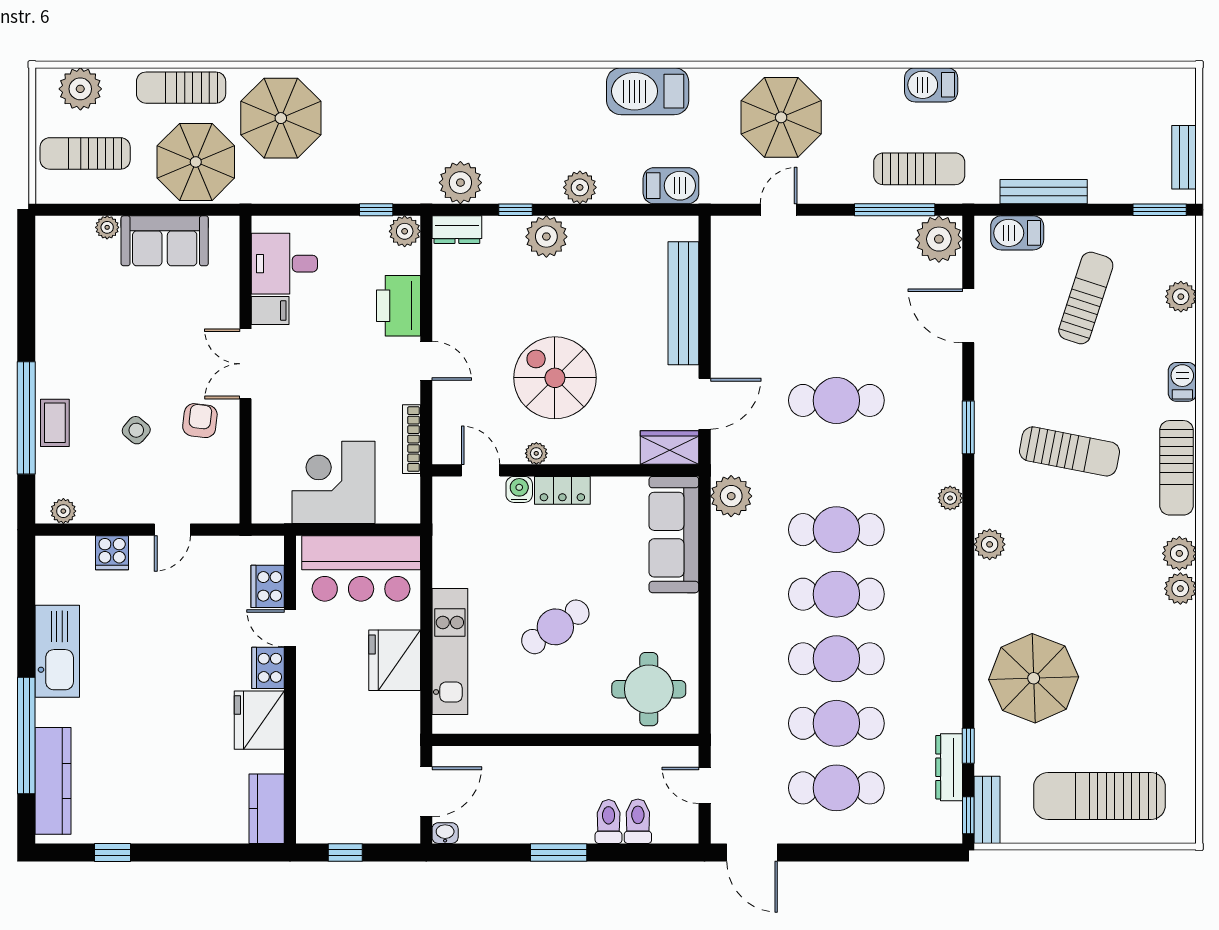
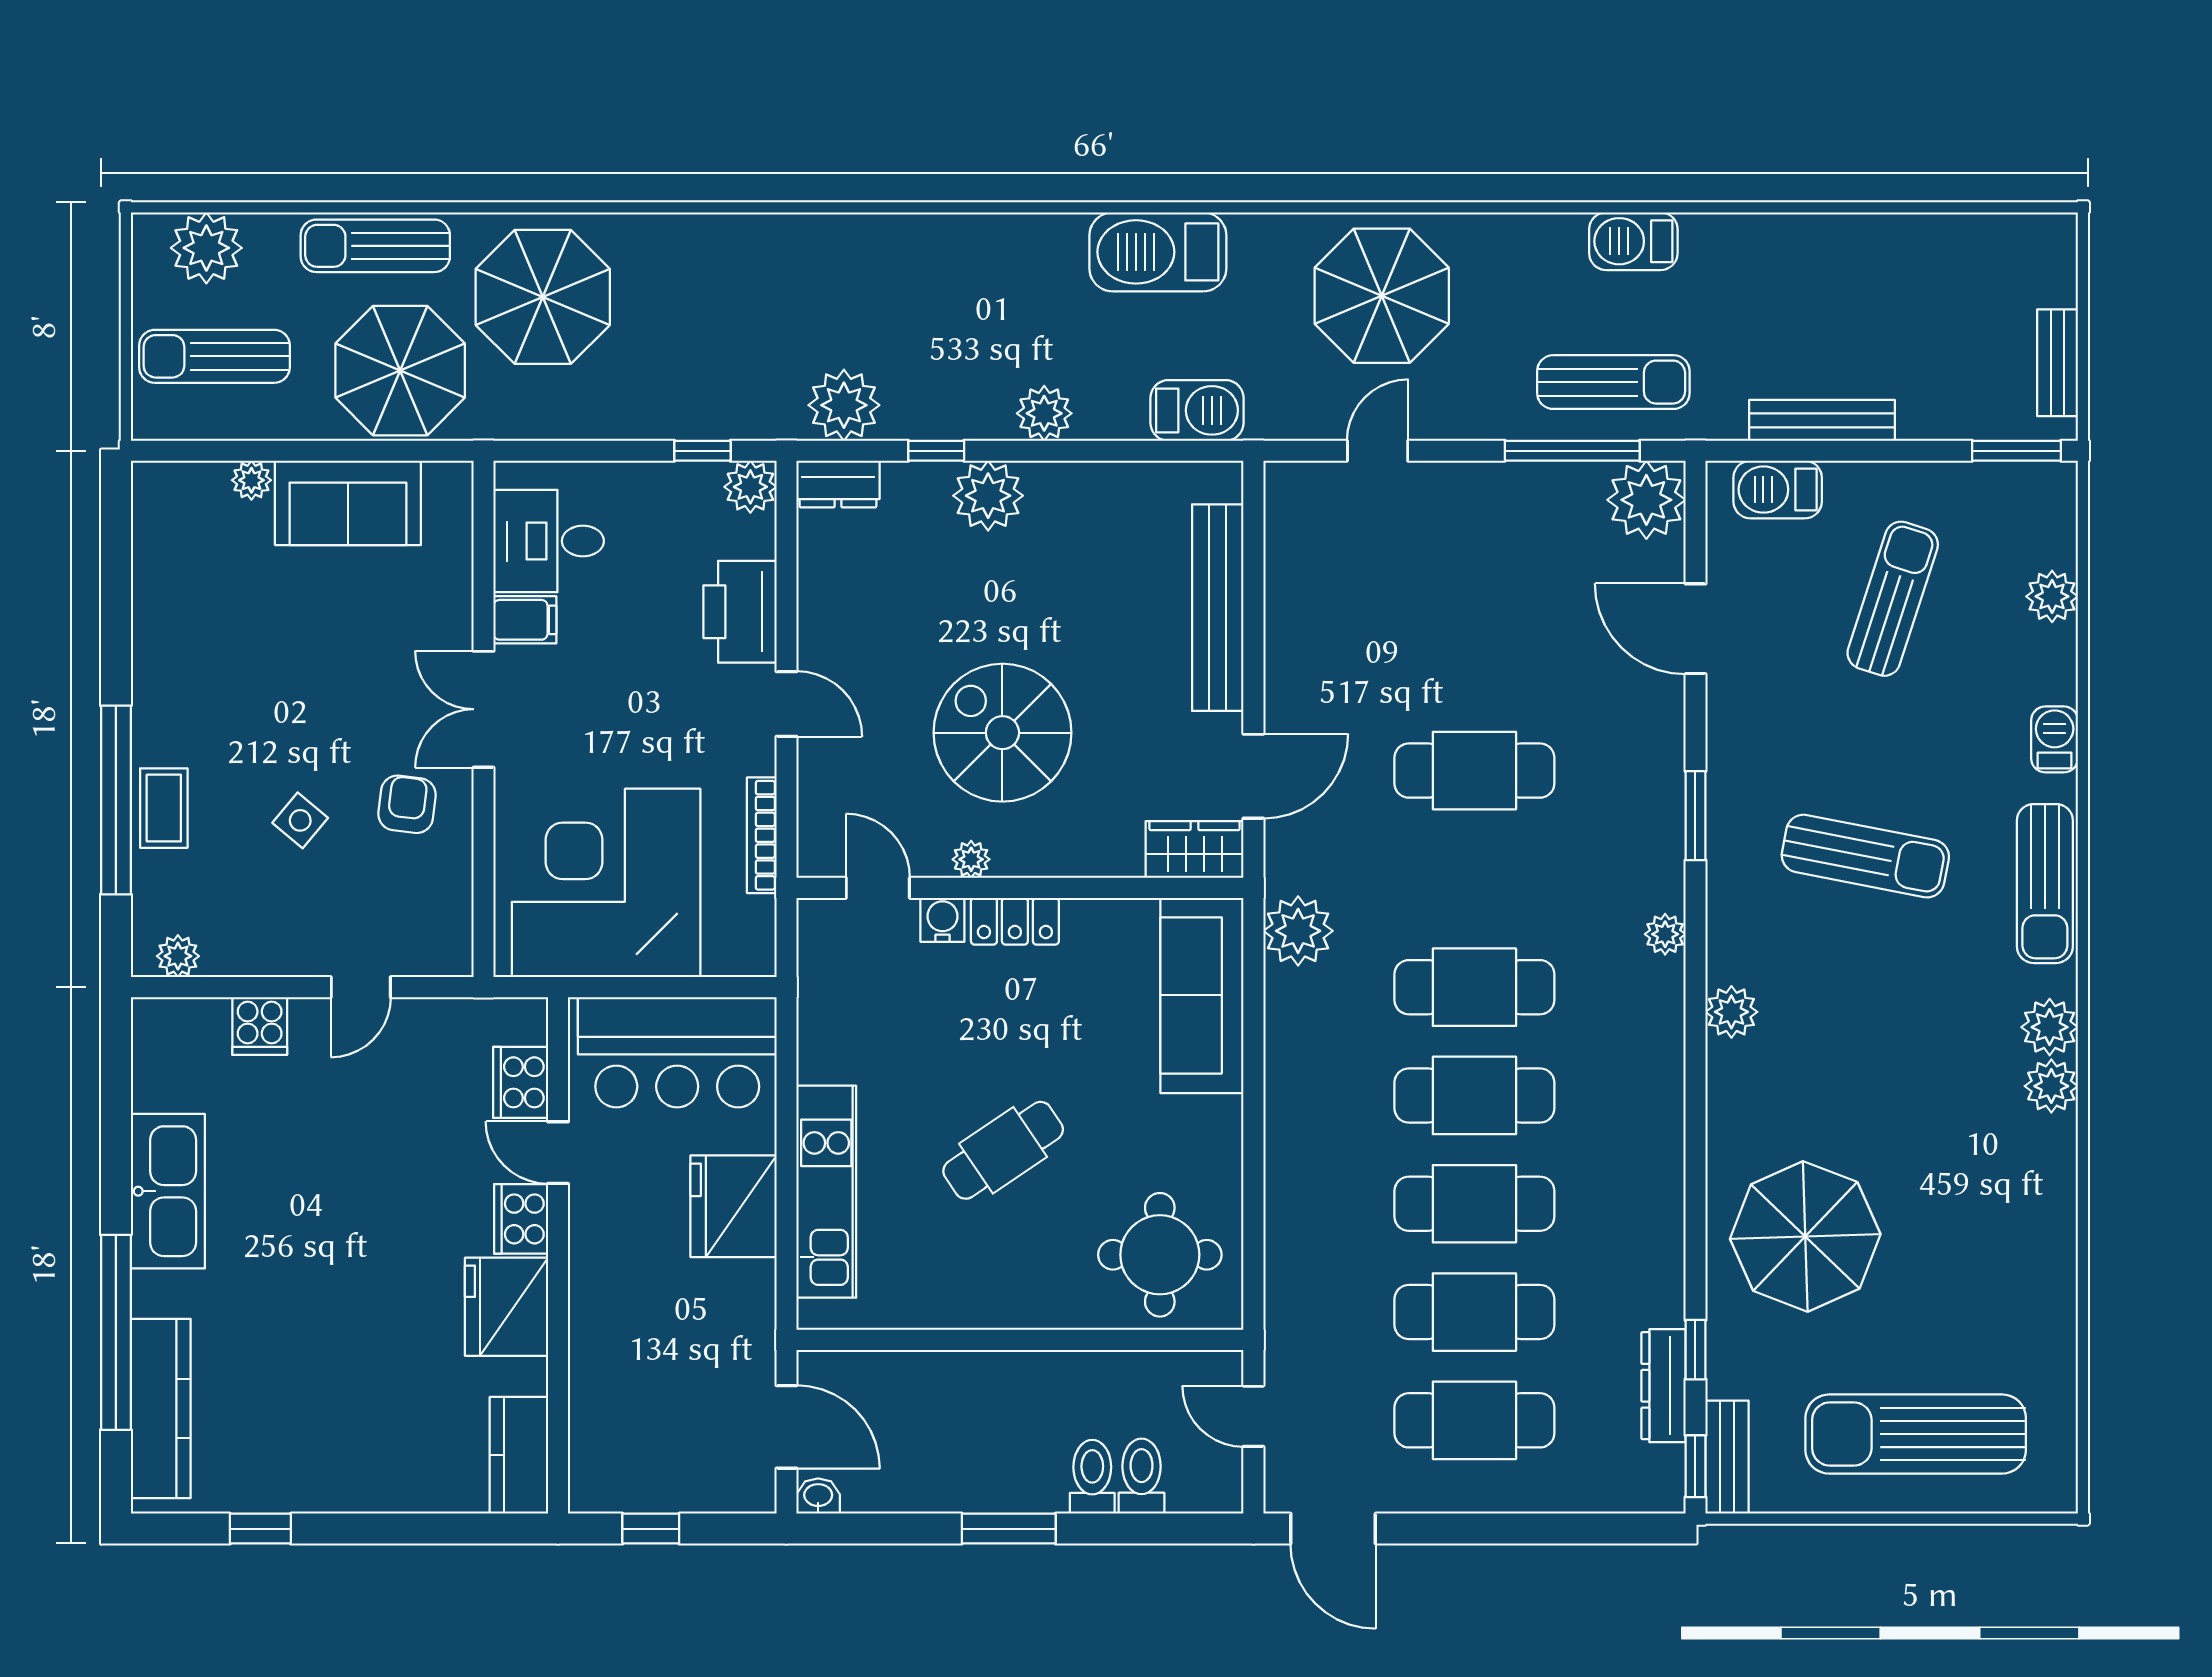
corner desk: (334, 482) -> (606, 883), width x1.36, depth x1.36
door: (426, 792) -> (786, 1427), hinge flipped

